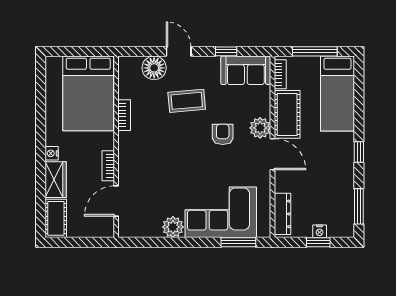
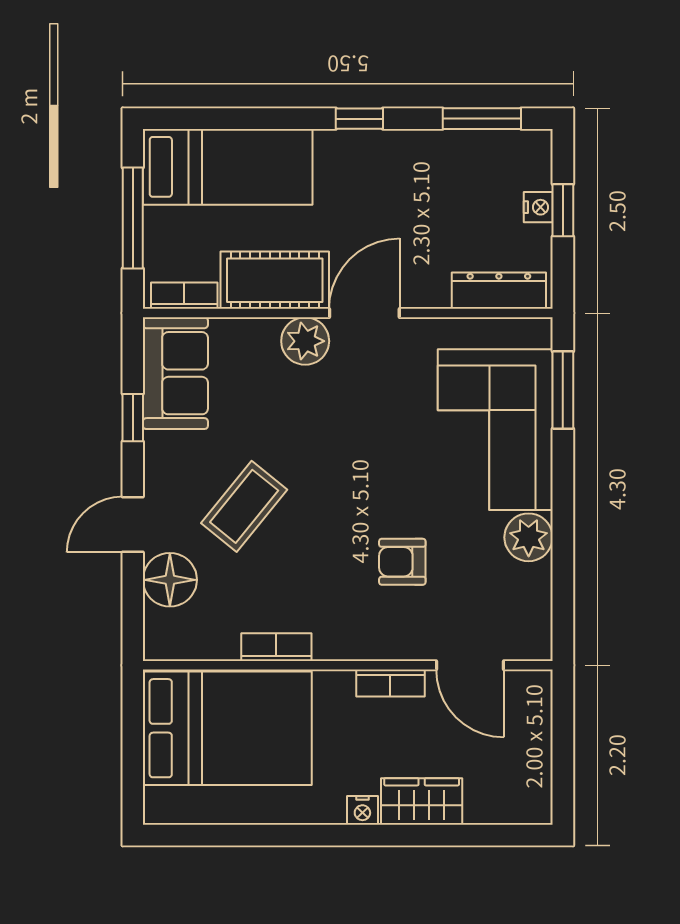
coffee table: (187, 101) -> (244, 506), turned 44
armchair: (223, 134) -> (402, 562), moved
cot: (56, 218) -> (509, 801), removed

